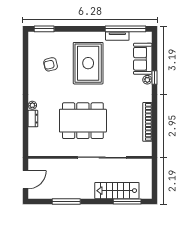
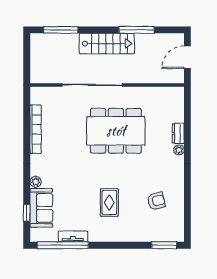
rug: (88, 63) -> (109, 202), width x0.54, depth x0.49
window: (154, 78) -> (27, 213), moved
stairs: (117, 191) -> (107, 44), moved

